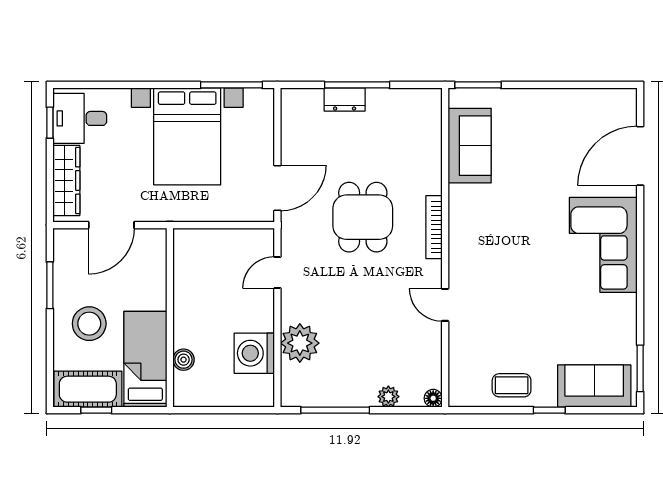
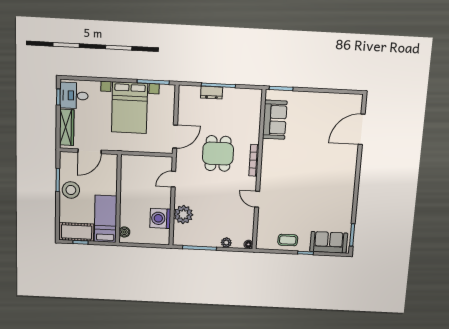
corner sofa: (603, 245) -> (339, 173), removed
stool: (89, 324) -> (71, 190), moved
boiler: (184, 360) -> (124, 232), moved

